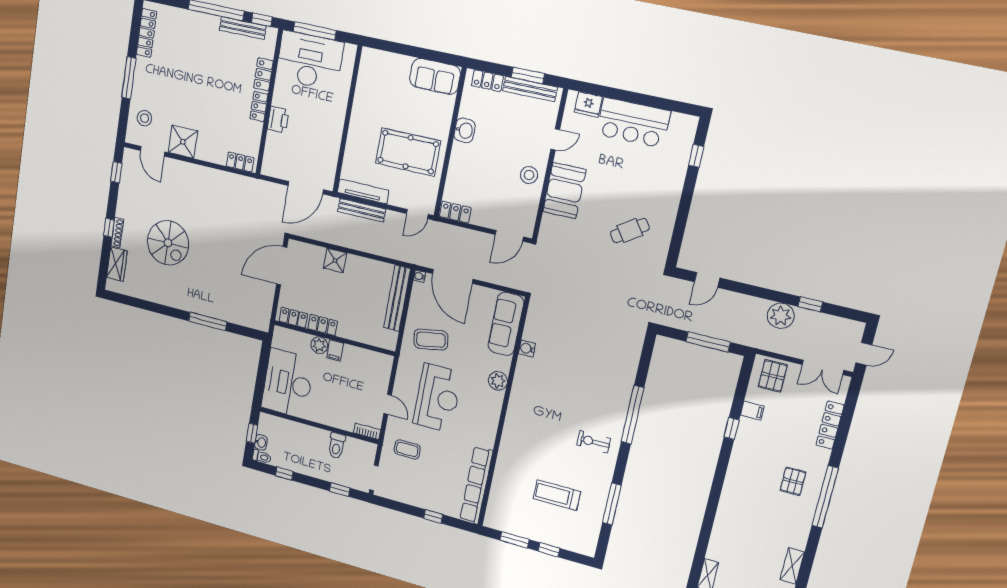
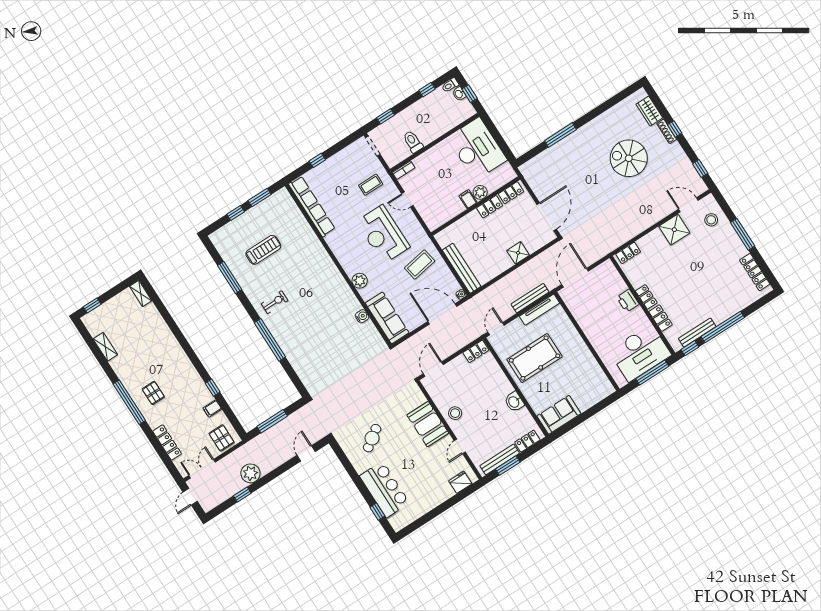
bar counter: (633, 123) -> (384, 489), moved, turned 90

